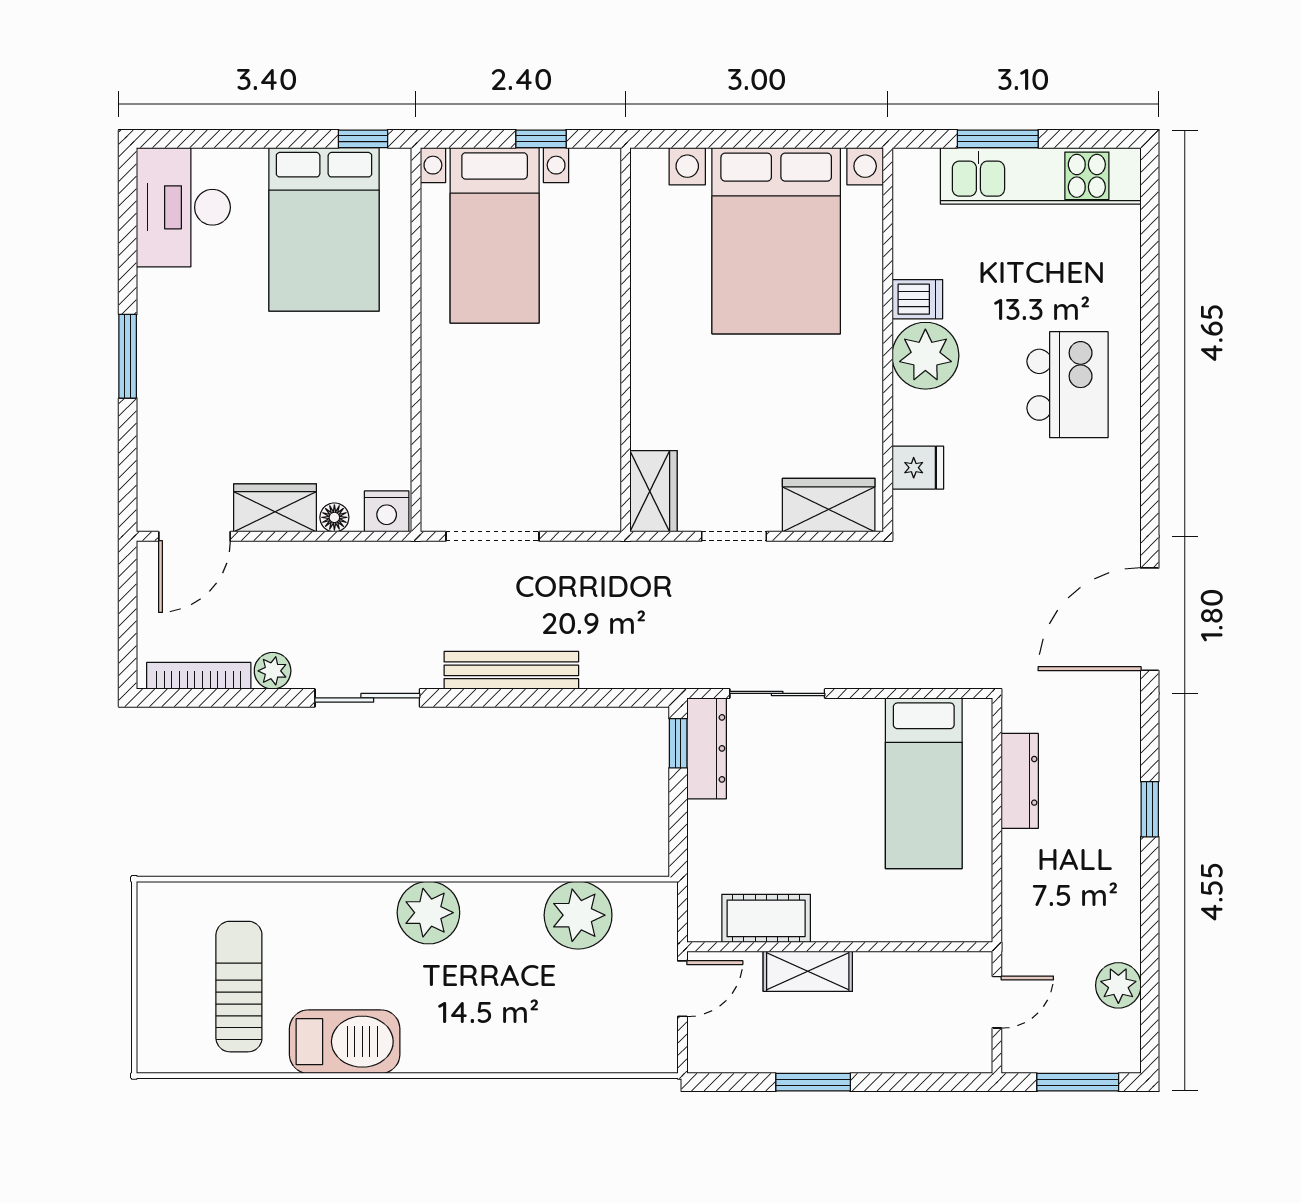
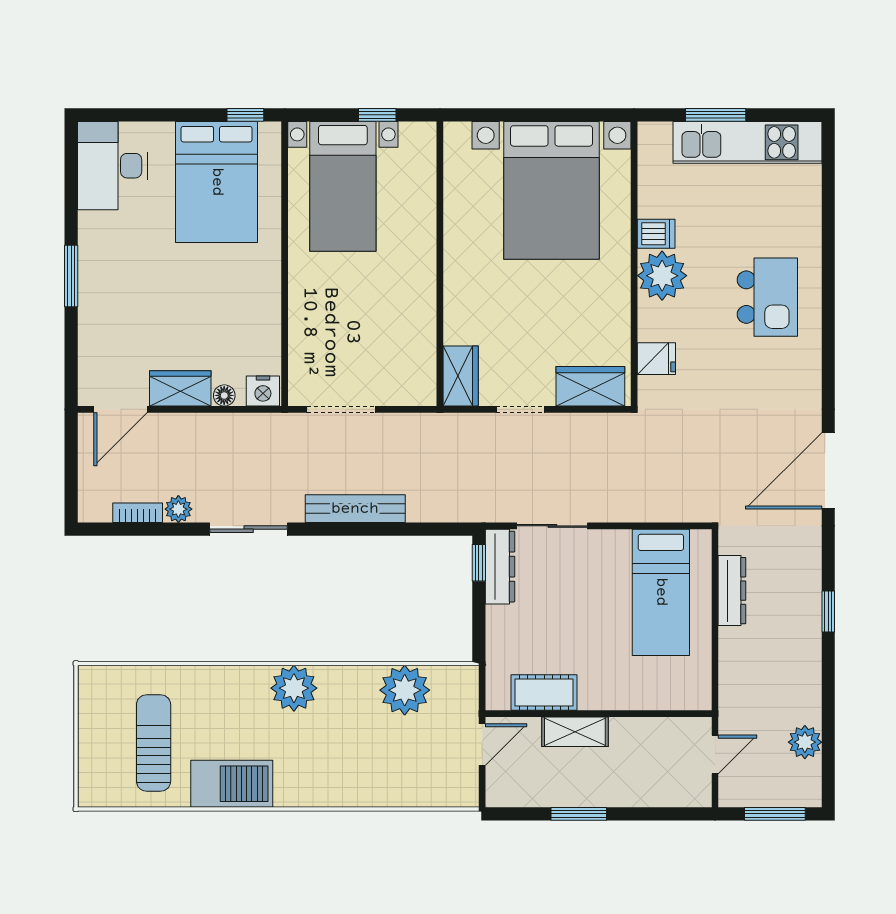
bookcase: (199, 676) -> (138, 513), width x0.64

